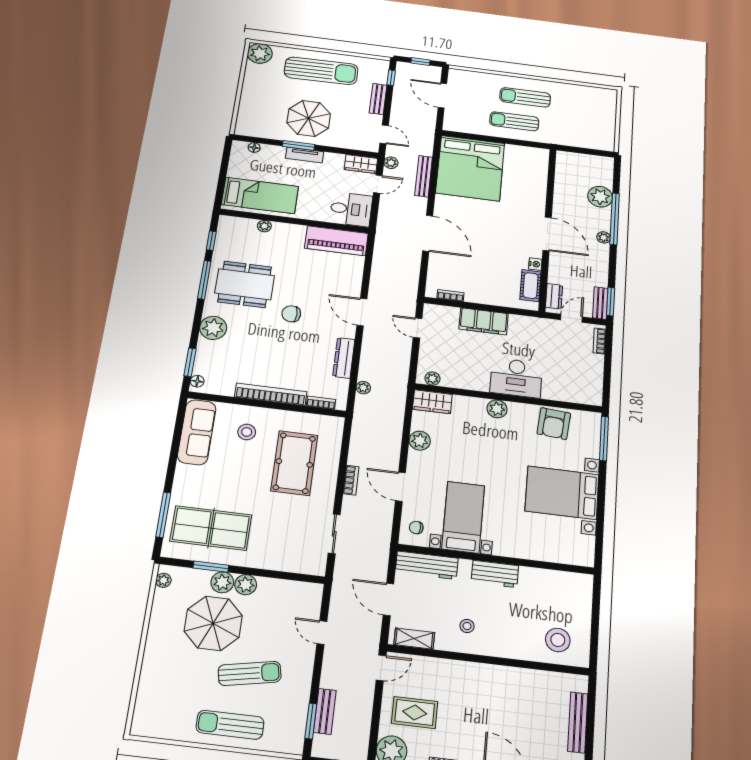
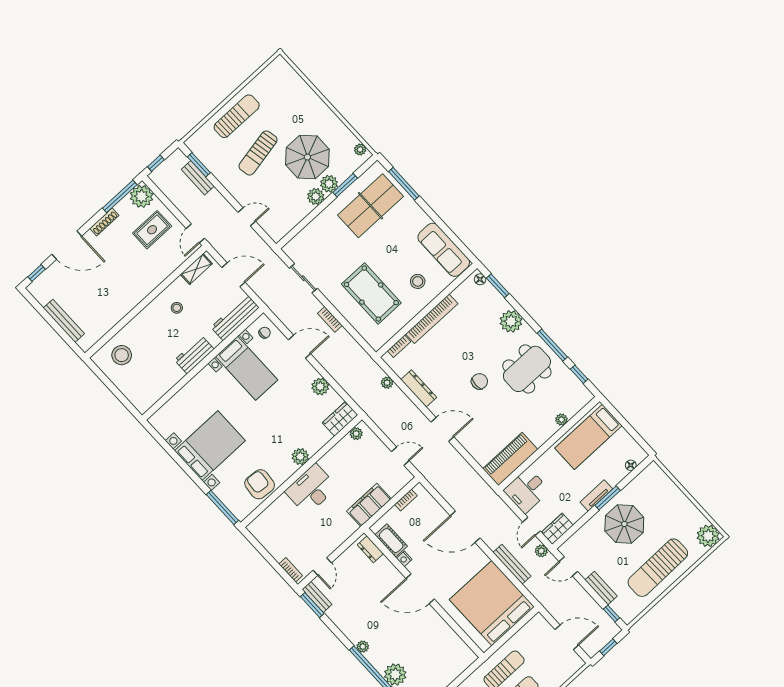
wall: (547, 229) -> (424, 593), moved
door: (547, 234) -> (420, 589), moved
nightstand: (535, 264) -> (404, 559), moved
cot: (530, 286) -> (391, 541), moved
dresser: (554, 296) -> (370, 549), moved

